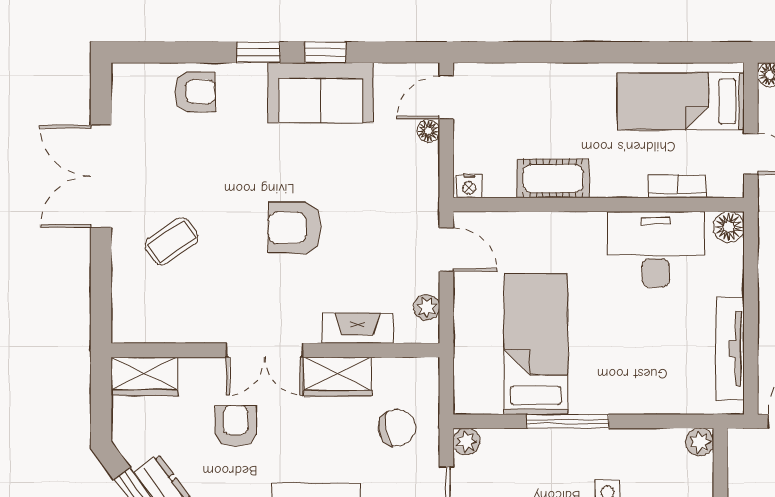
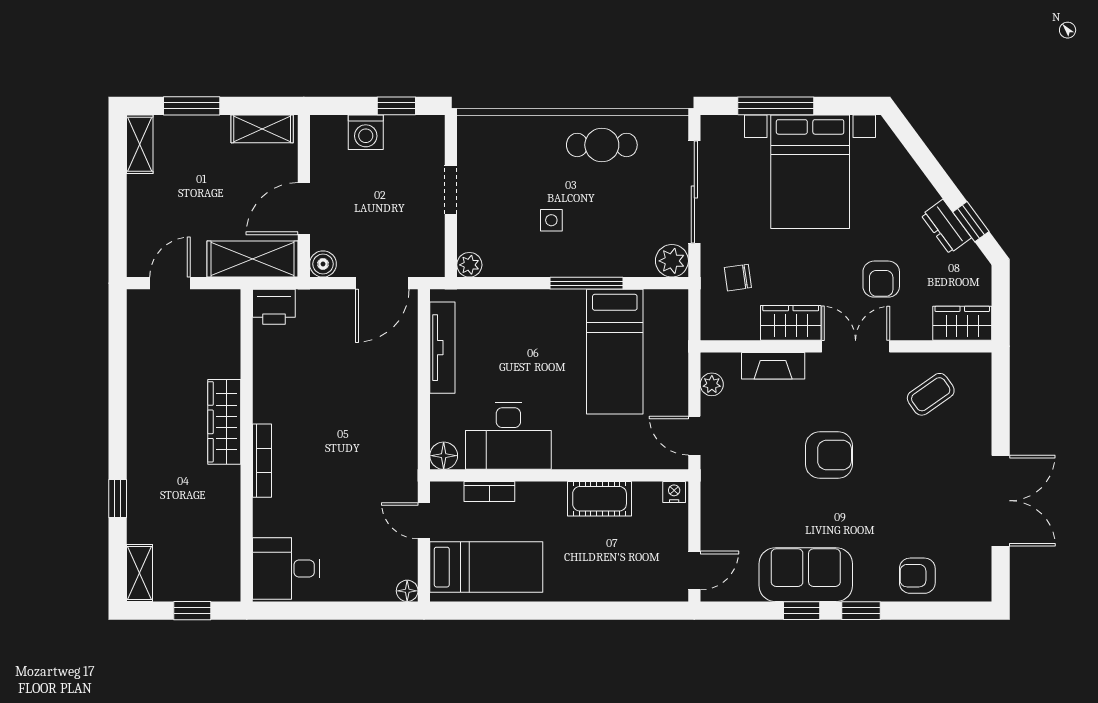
floor lamp: (428, 131) -> (710, 541), removed
coffee table: (171, 241) -> (931, 394), moved
chair: (397, 428) -> (738, 278), width x0.73, depth x0.73
plant: (466, 442) -> (672, 261), width x1.38, depth x1.38

